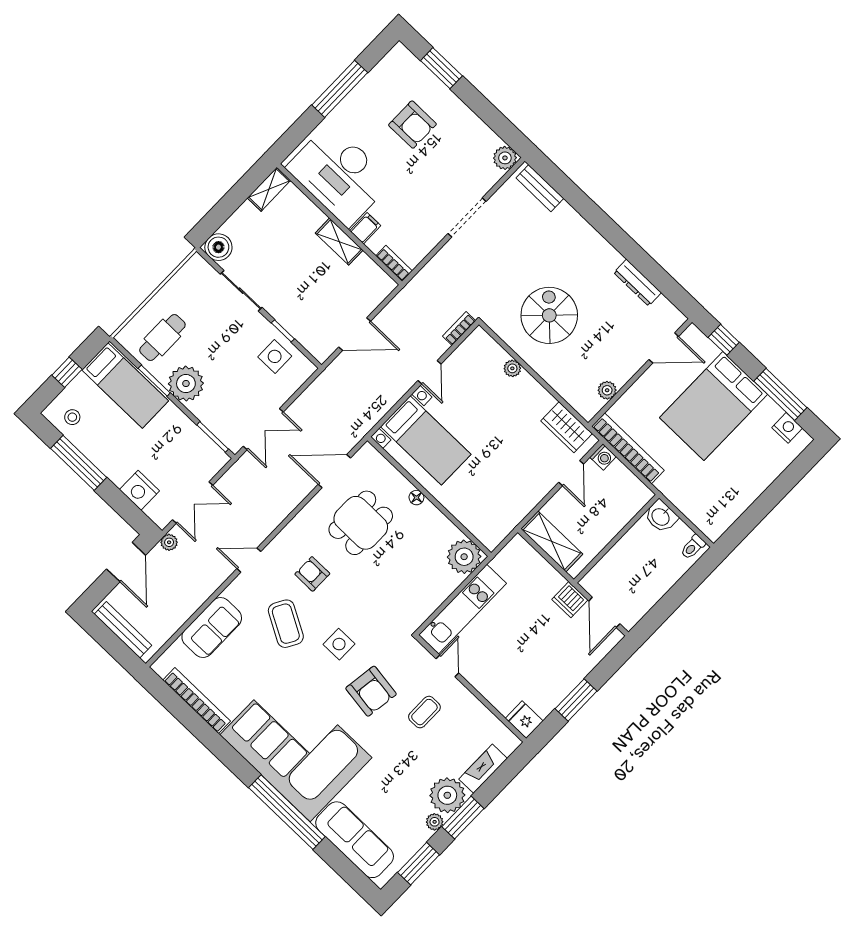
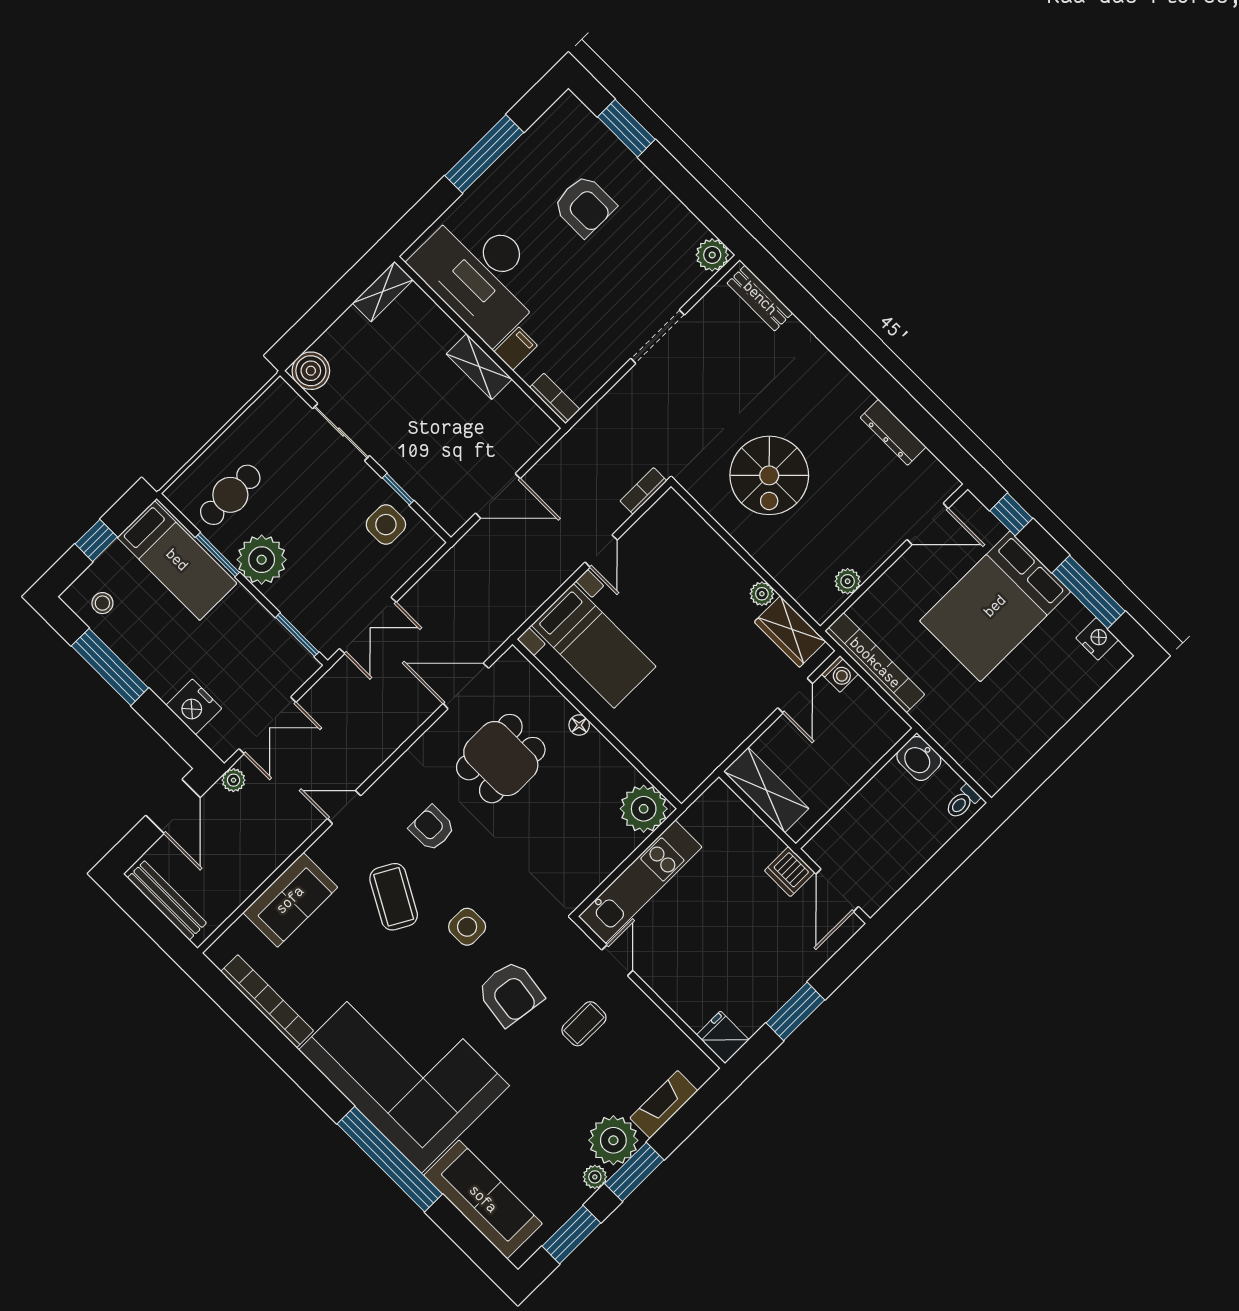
spiral stairs: (549, 315) -> (769, 475), turned 180
plant: (512, 368) -> (762, 594), moved

